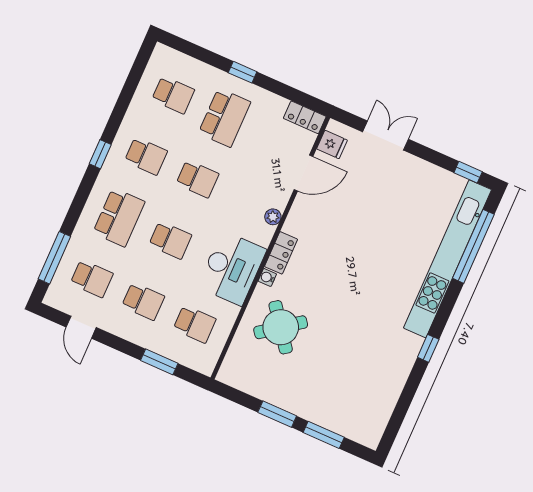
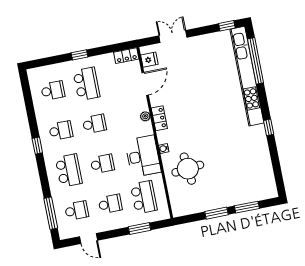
locker: (281, 253) -> (159, 118), moved
school desk: (195, 324) -> (144, 197), width x1.85
round table: (281, 327) -> (188, 169), turned 31

